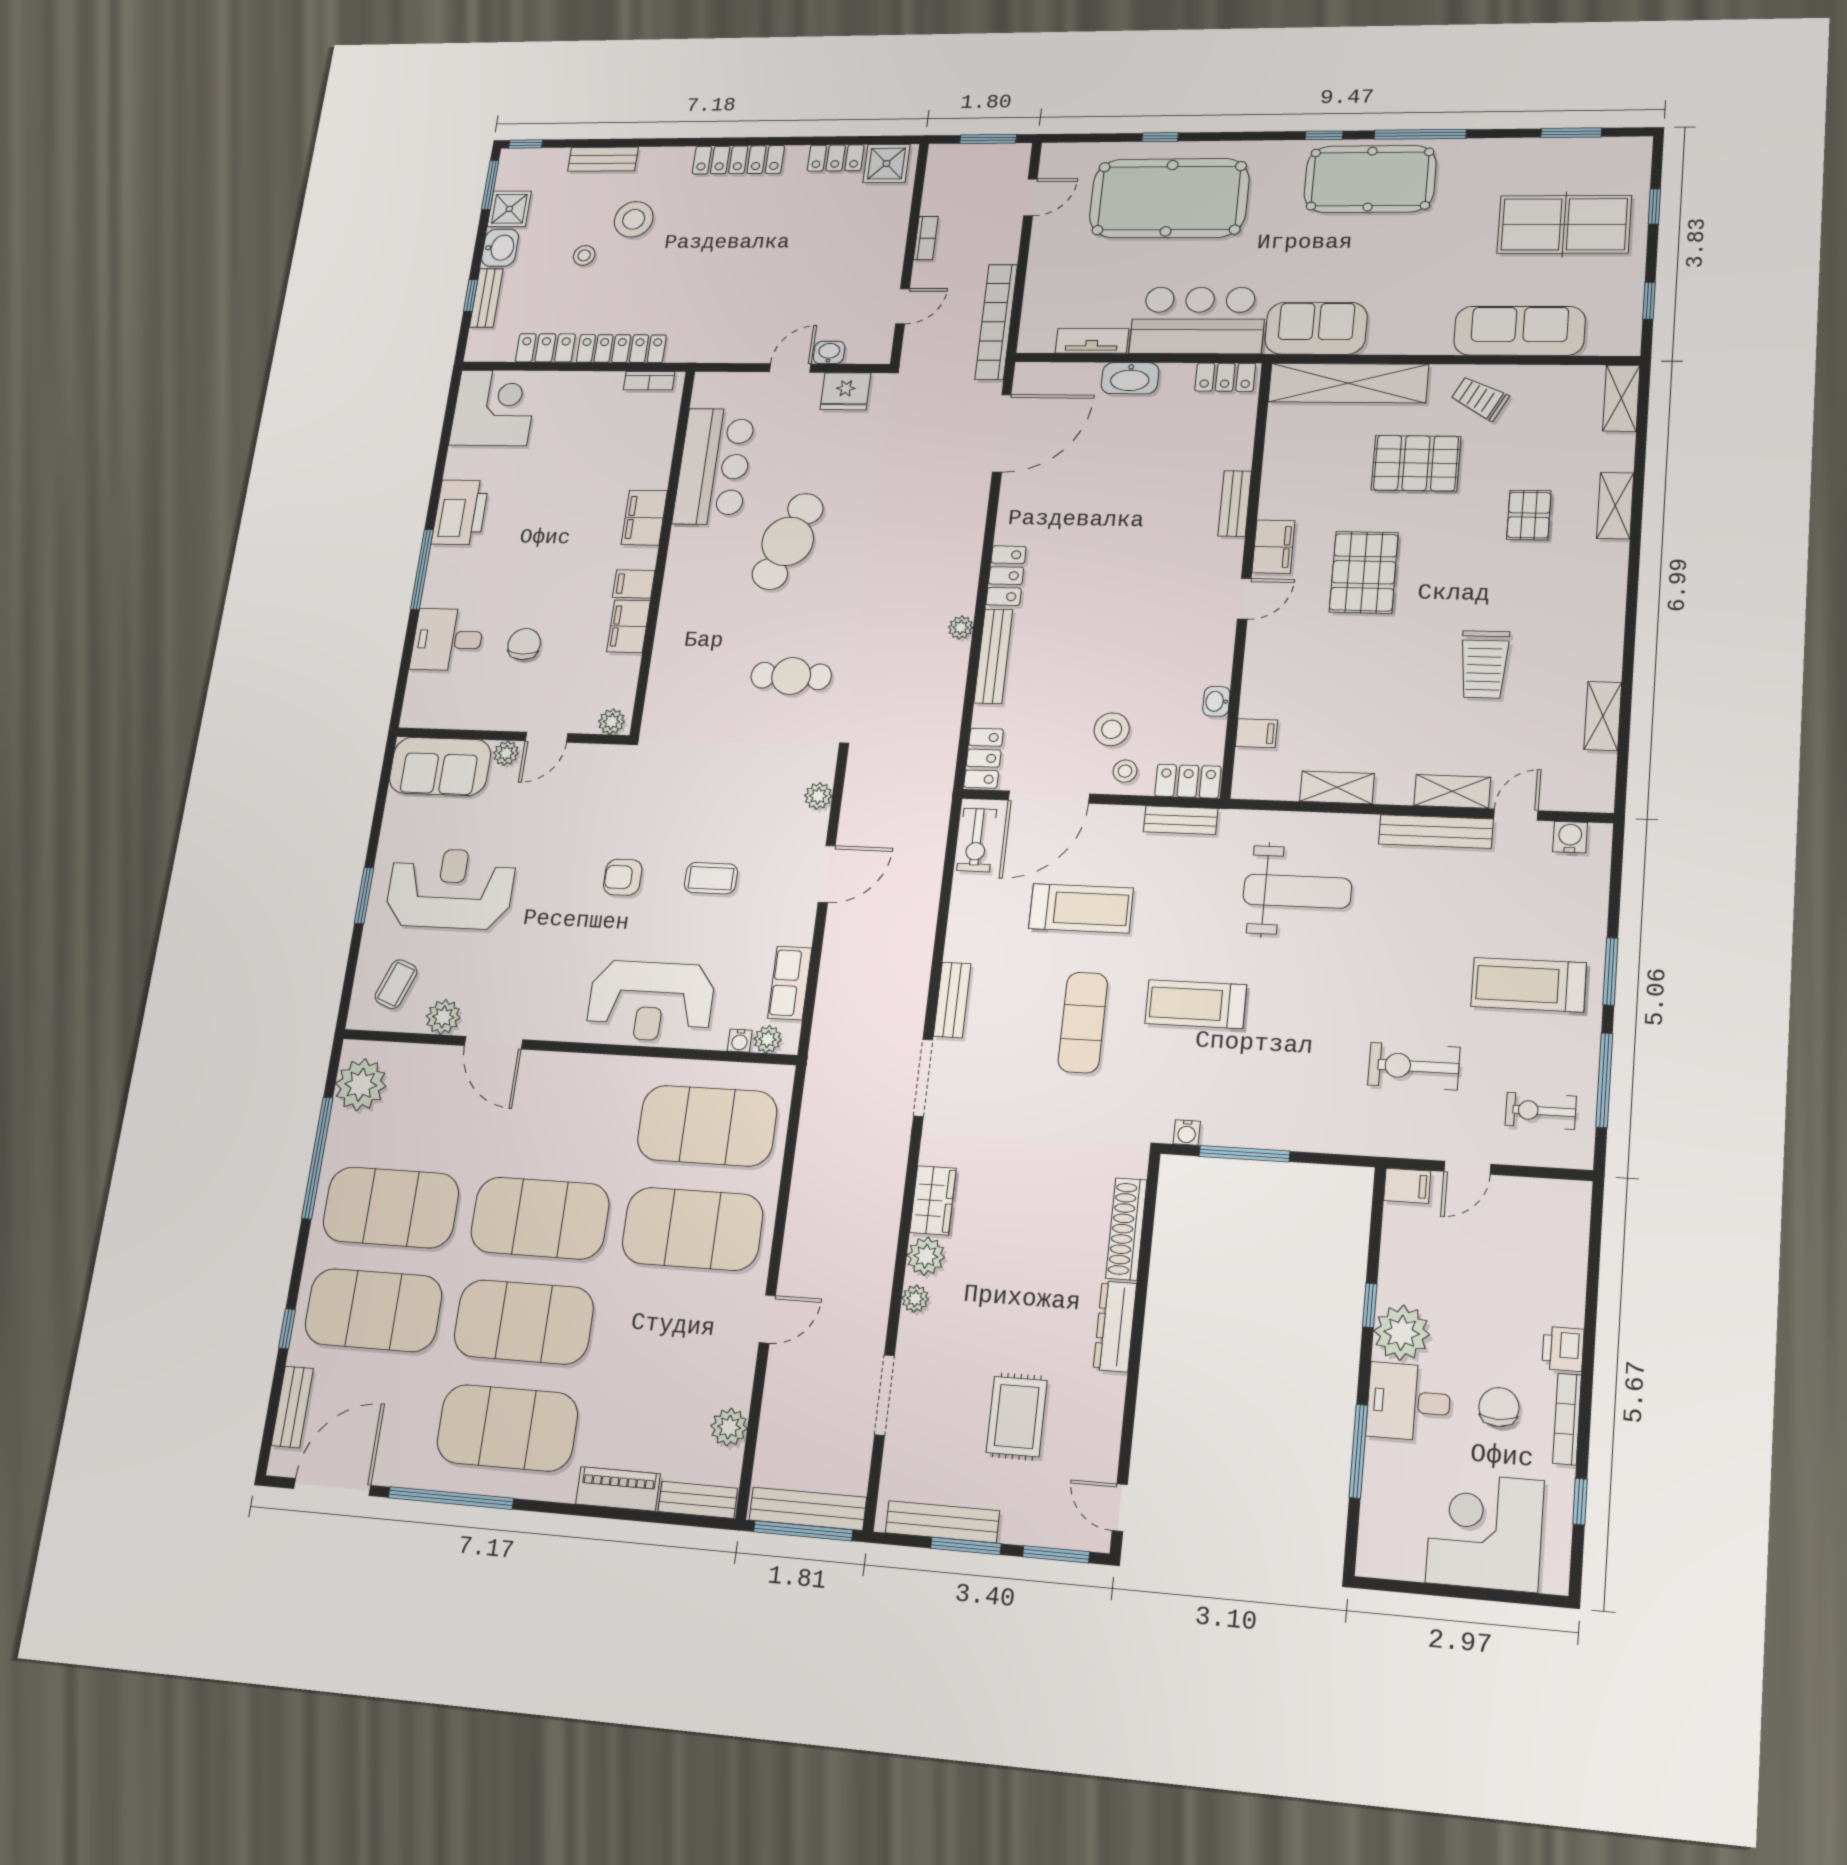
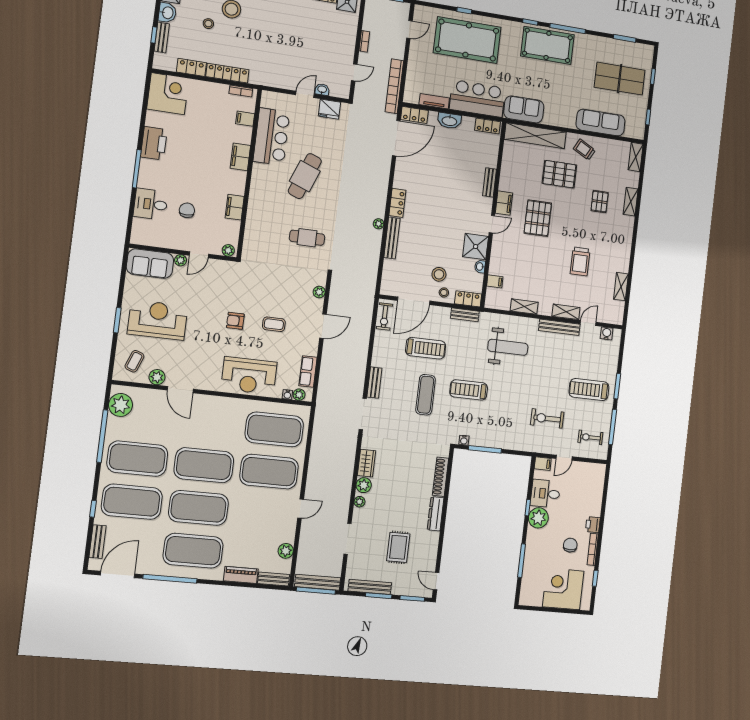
filing cabinet: (634, 584) -> (245, 119), moved
shower: (1204, 655) -> (476, 247), added
locker: (984, 758) -> (414, 115), moved, turned 90
desk: (1409, 1402) -> (545, 494), moved

